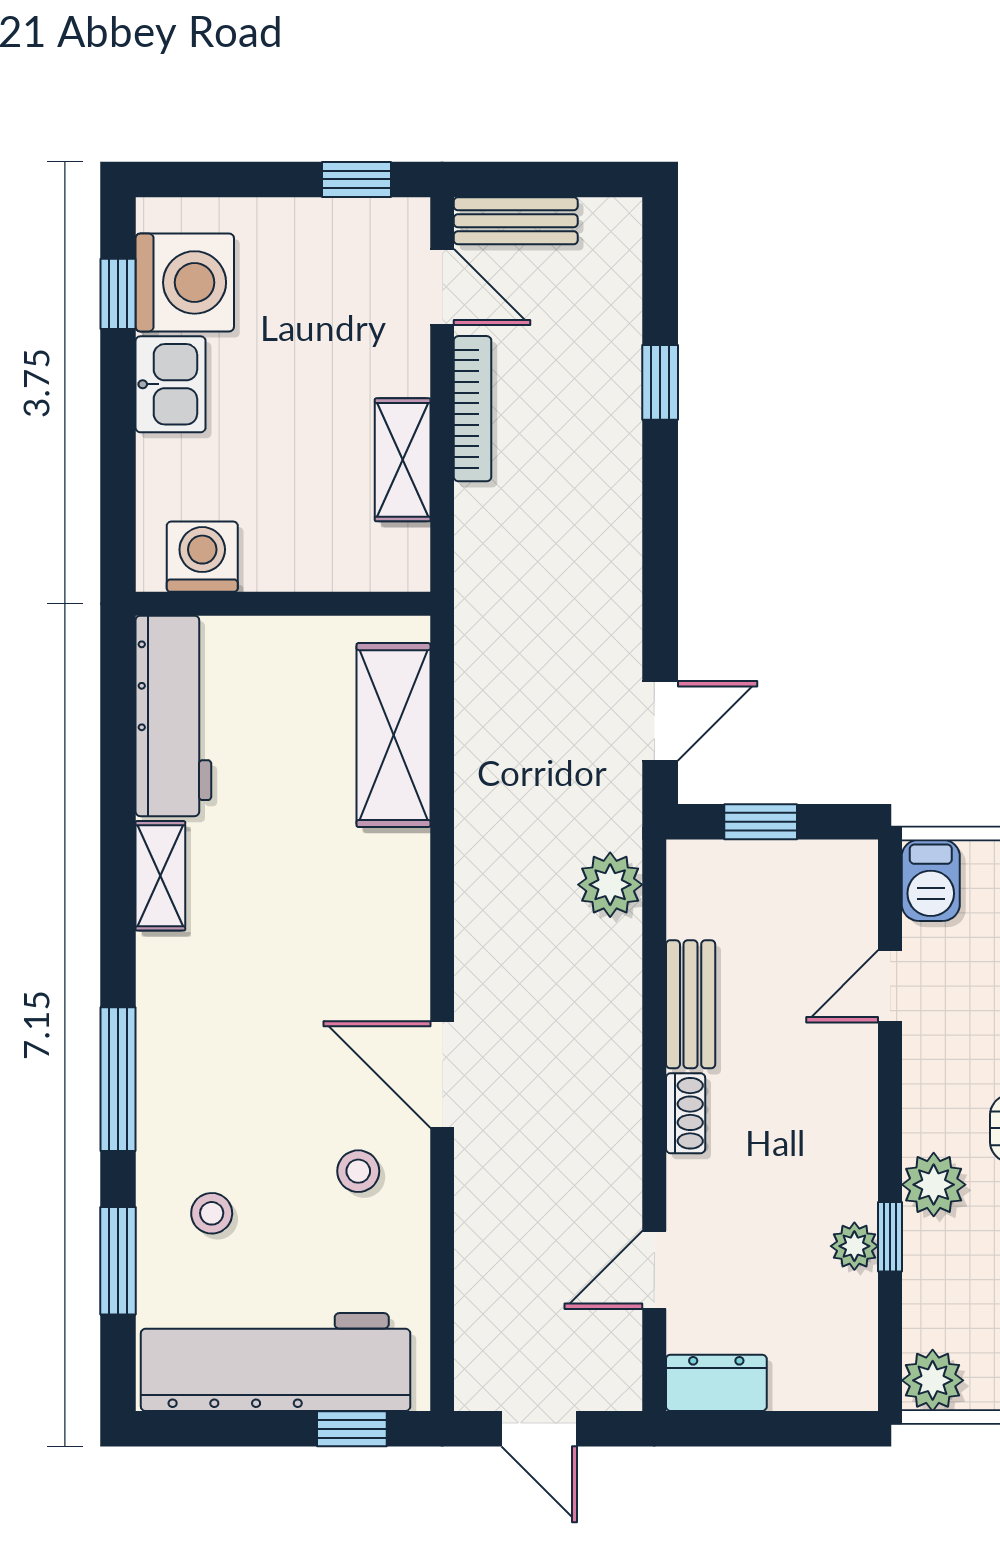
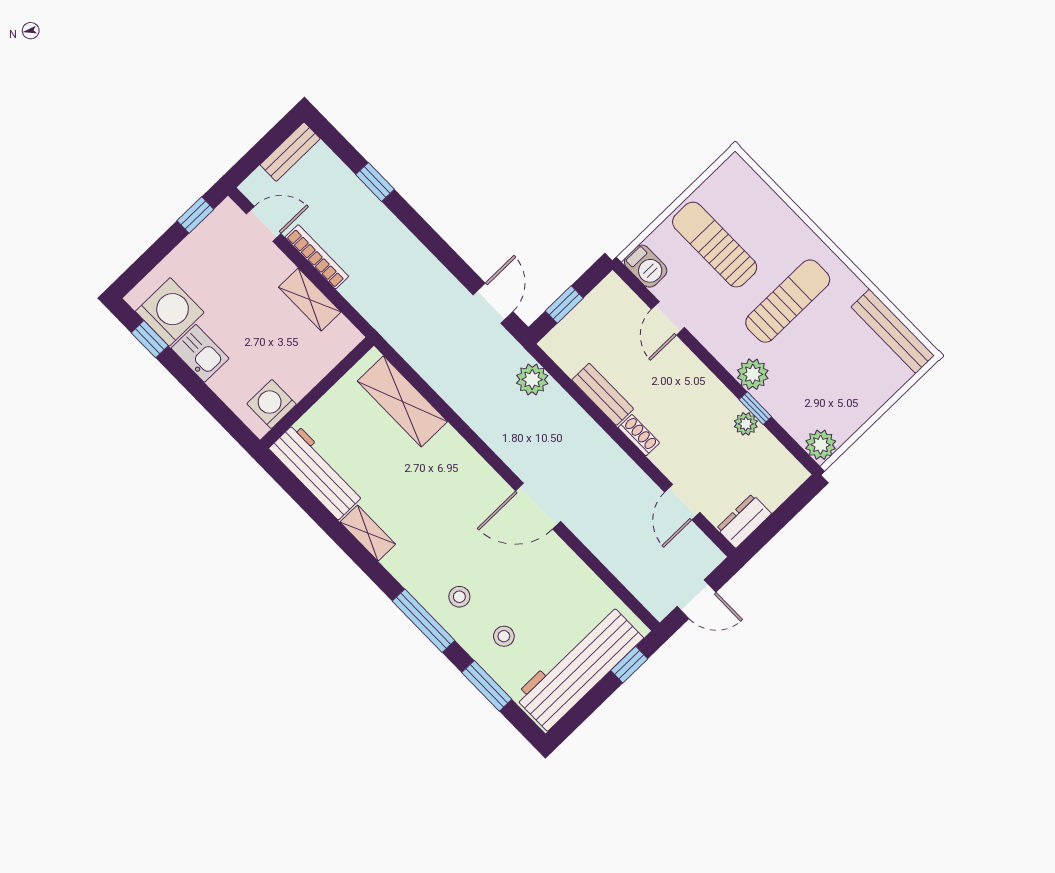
bench: (516, 221) -> (290, 152), moved
stool: (358, 1171) -> (459, 597), moved

